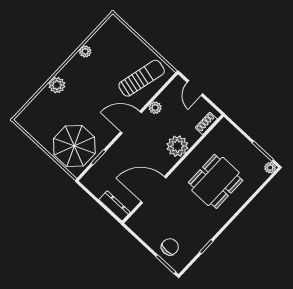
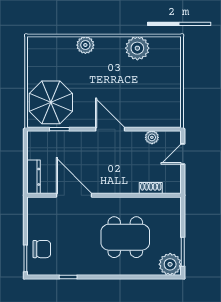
plant: (85, 51) -> (137, 48), width x1.88, depth x1.88
sun lounger: (142, 78) -> (152, 106), removed
plant: (155, 108) -> (152, 137), moved
shoe rack: (206, 123) -> (151, 188), moved
plant: (177, 146) -> (125, 182), removed
plant: (270, 168) -> (170, 264), width x1.88, depth x1.88

